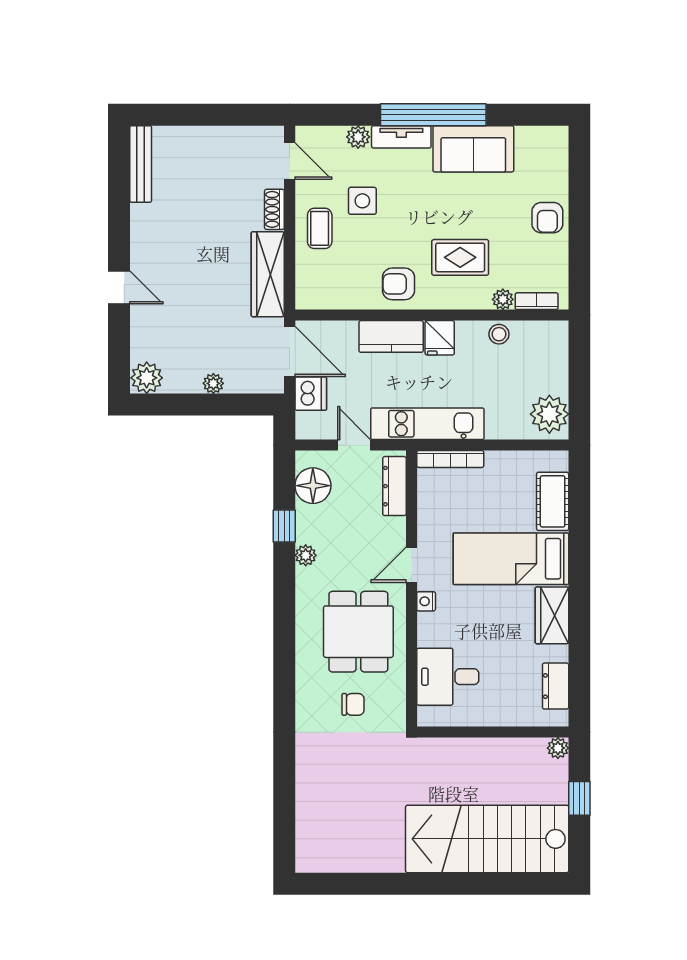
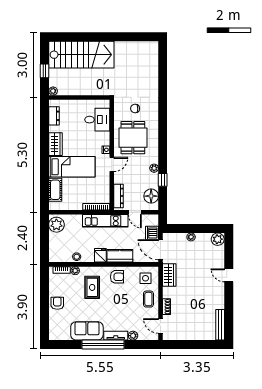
side table: (362, 201) -> (145, 278), moved
rug: (460, 257) -> (92, 287), turned 90
wardrobe: (268, 274) -> (169, 275), width x0.67

